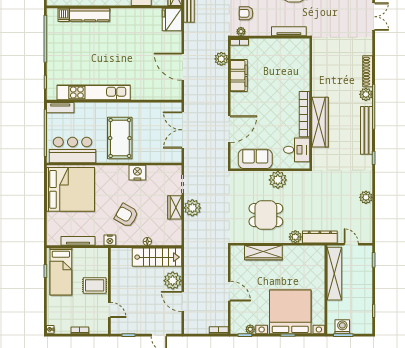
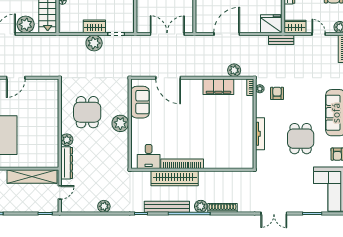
wall: (311, 103) -> (192, 170), moved
bookcase: (304, 114) -> (182, 164), moved
wardrobe: (320, 122) -> (175, 178), moved
desk: (297, 150) -> (149, 156), moved
wardrobe: (263, 253) -> (52, 110), removed

